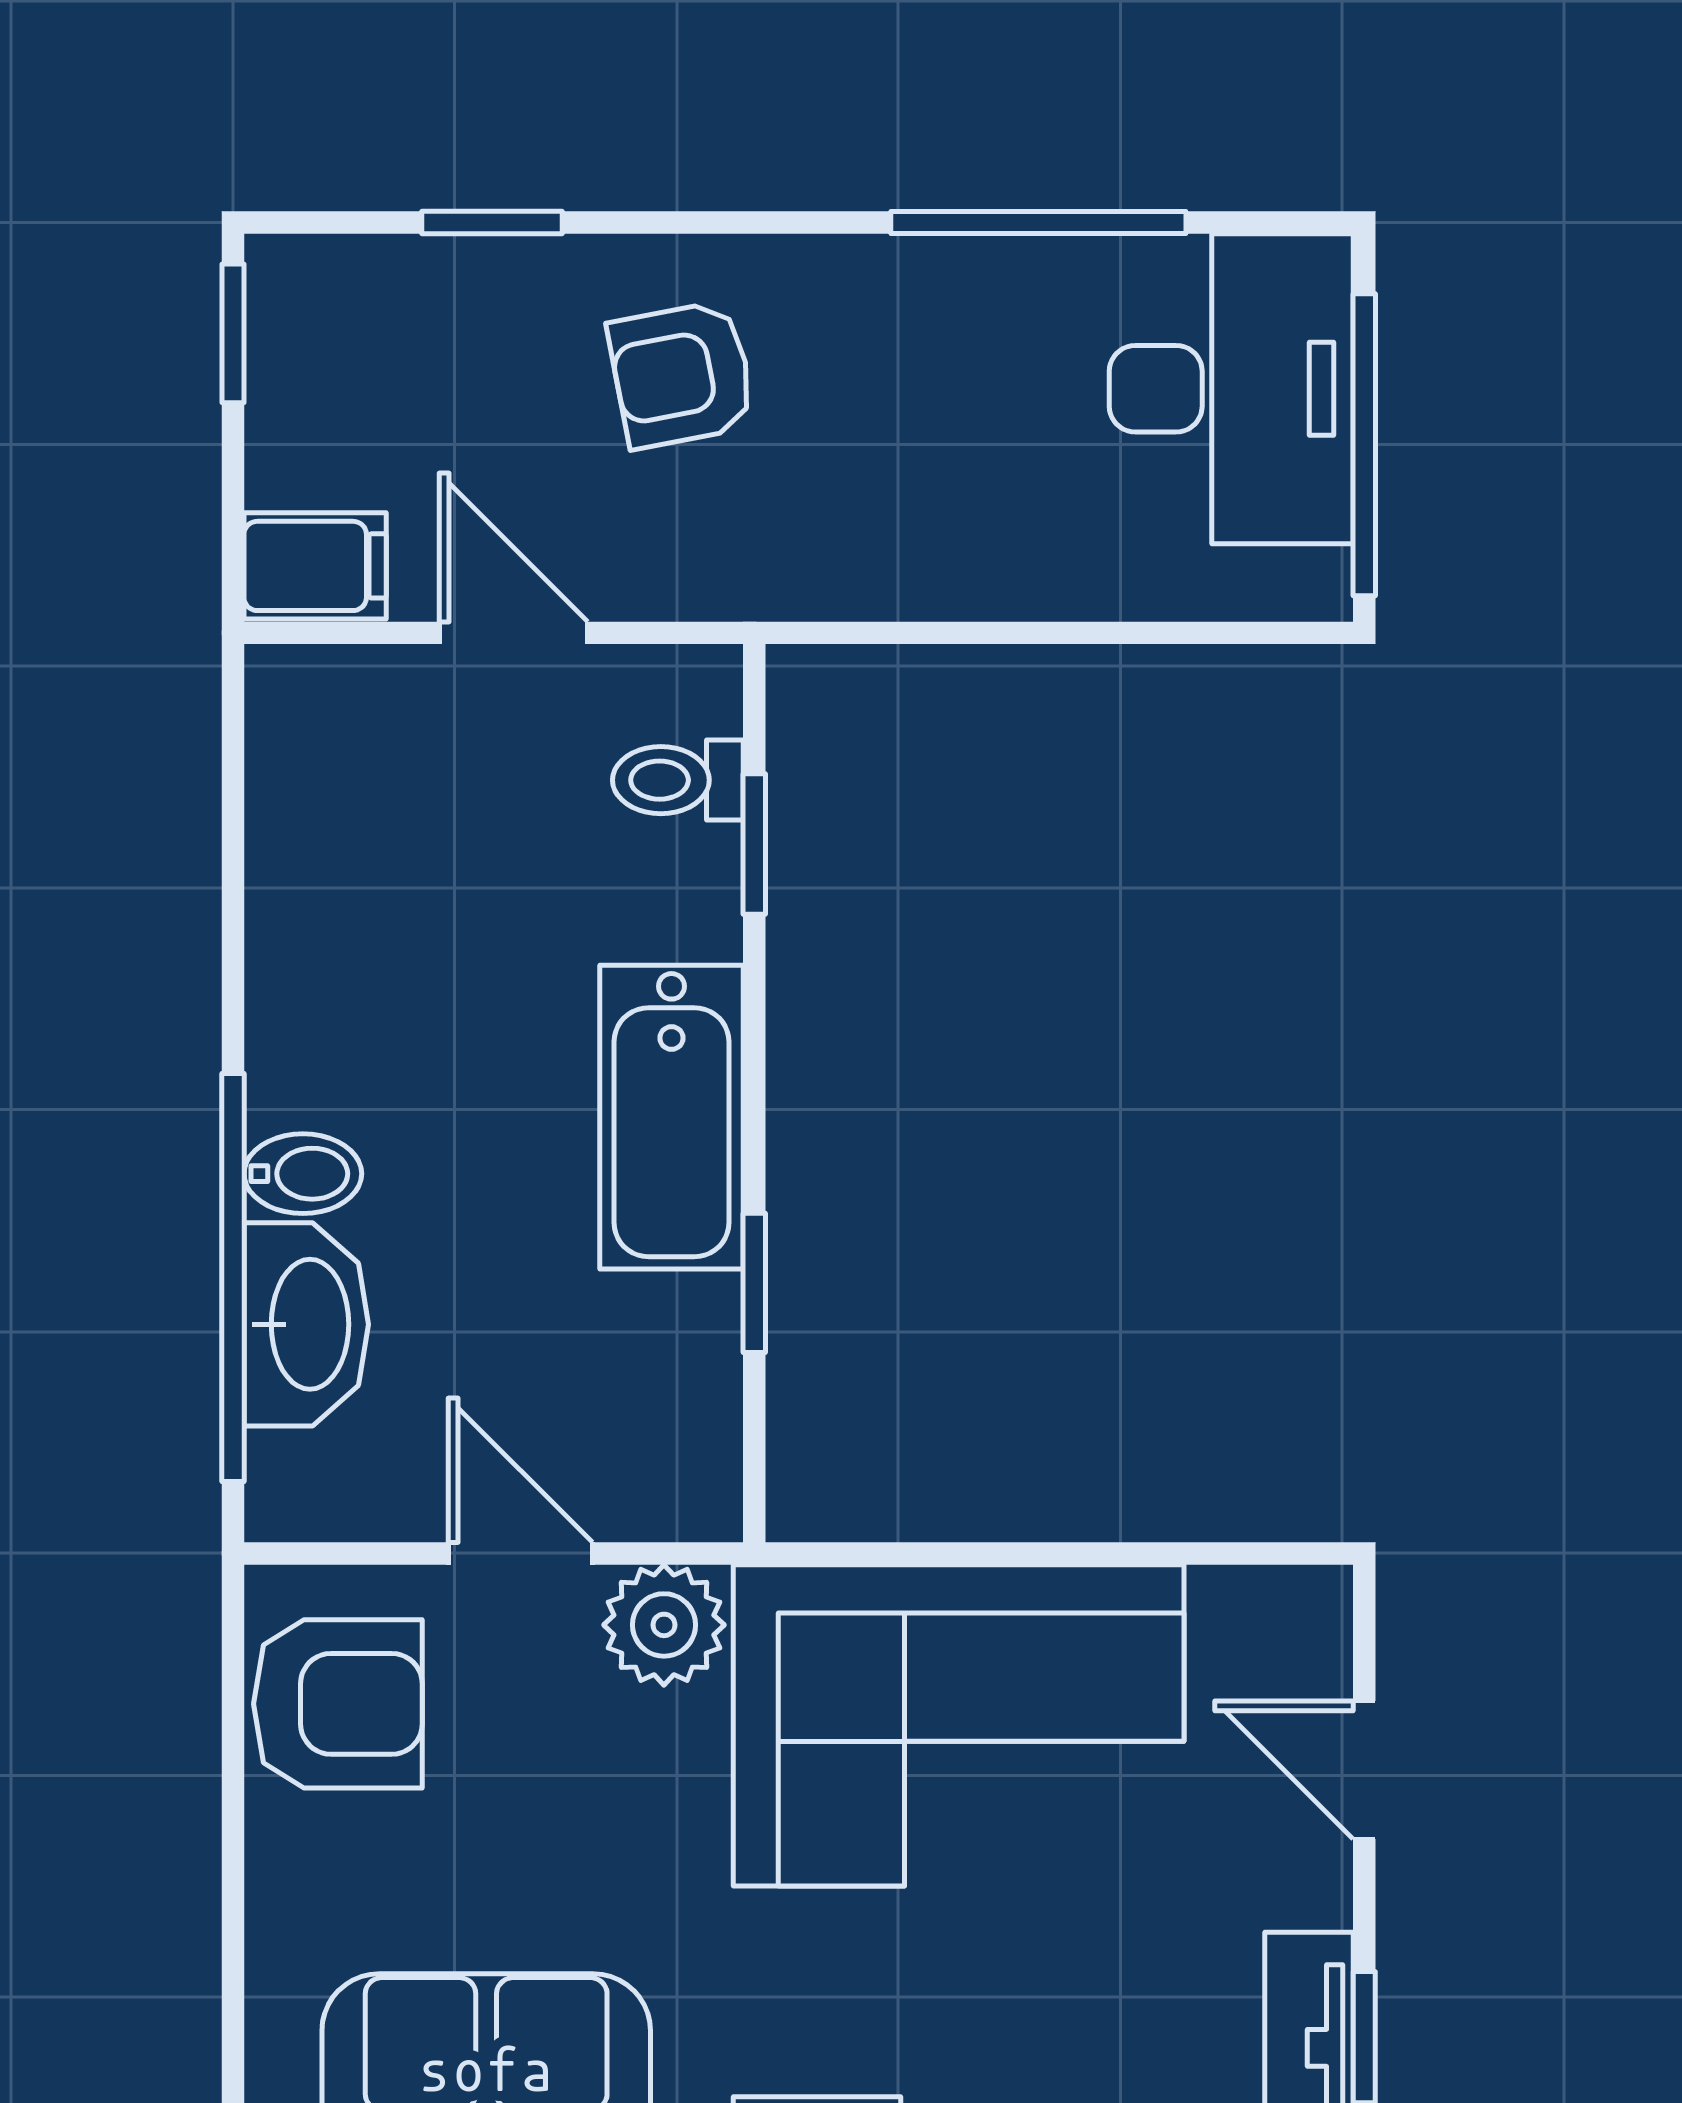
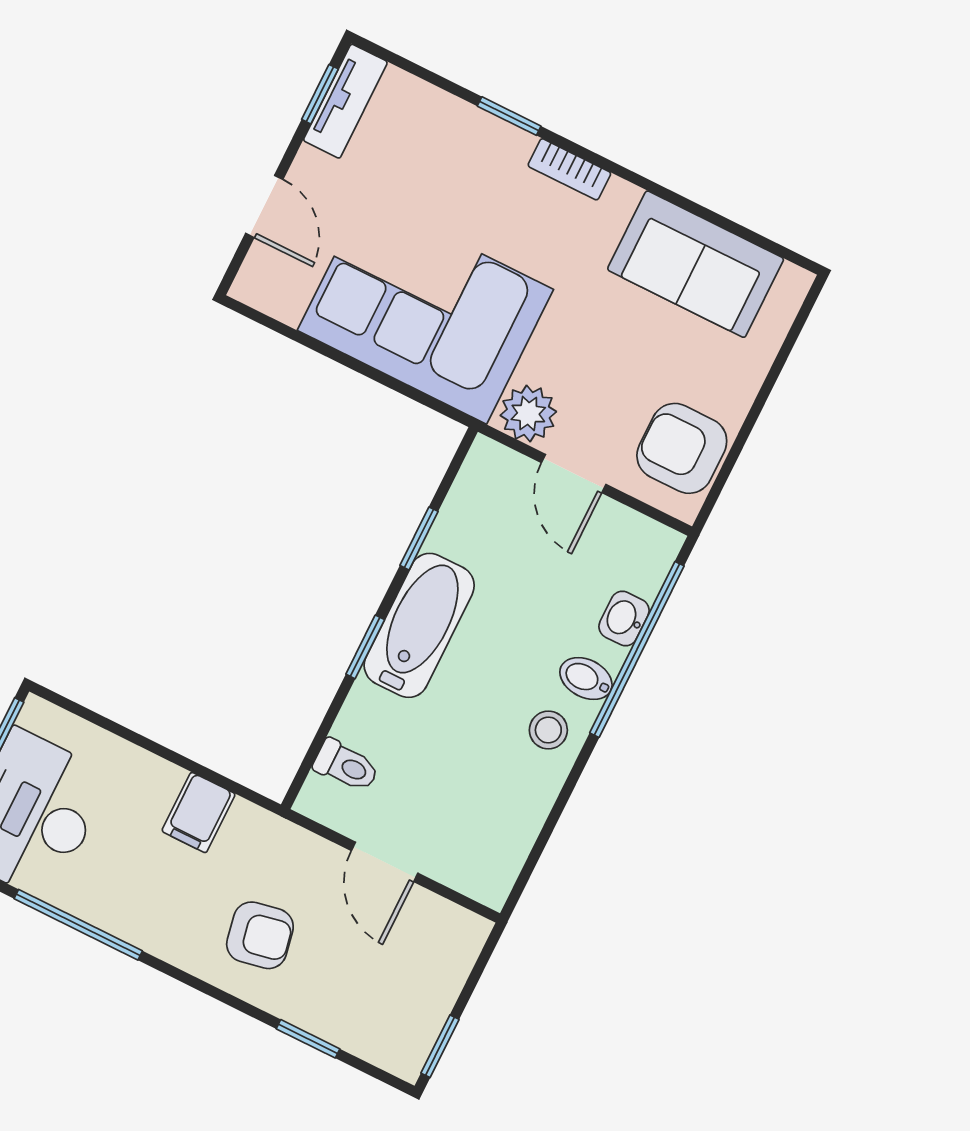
filing cabinet: (315, 566) -> (199, 813), moved, turned -90
window: (754, 844) -> (365, 647), moved
stool: (326, 1040) -> (548, 730), added
washbasin: (306, 1324) -> (624, 619), width x0.52, depth x0.69

